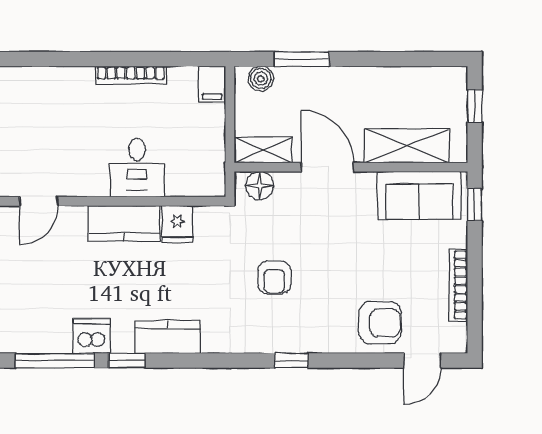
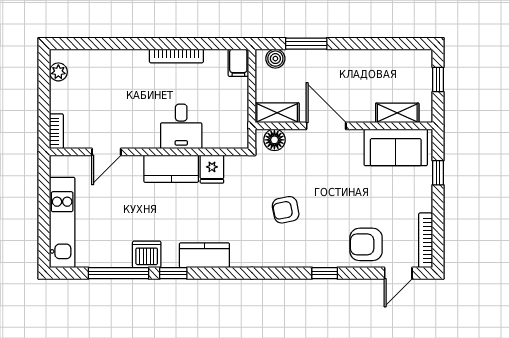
shelving: (407, 146) -> (397, 113), width x0.67, depth x0.75
window: (475, 205) -> (438, 173), moved
armchair: (274, 277) -> (286, 210), turned 79
bookcase: (458, 285) -> (426, 240), moved
armchair: (380, 323) -> (366, 244), turned 180
window: (291, 361) -> (325, 273), moved

